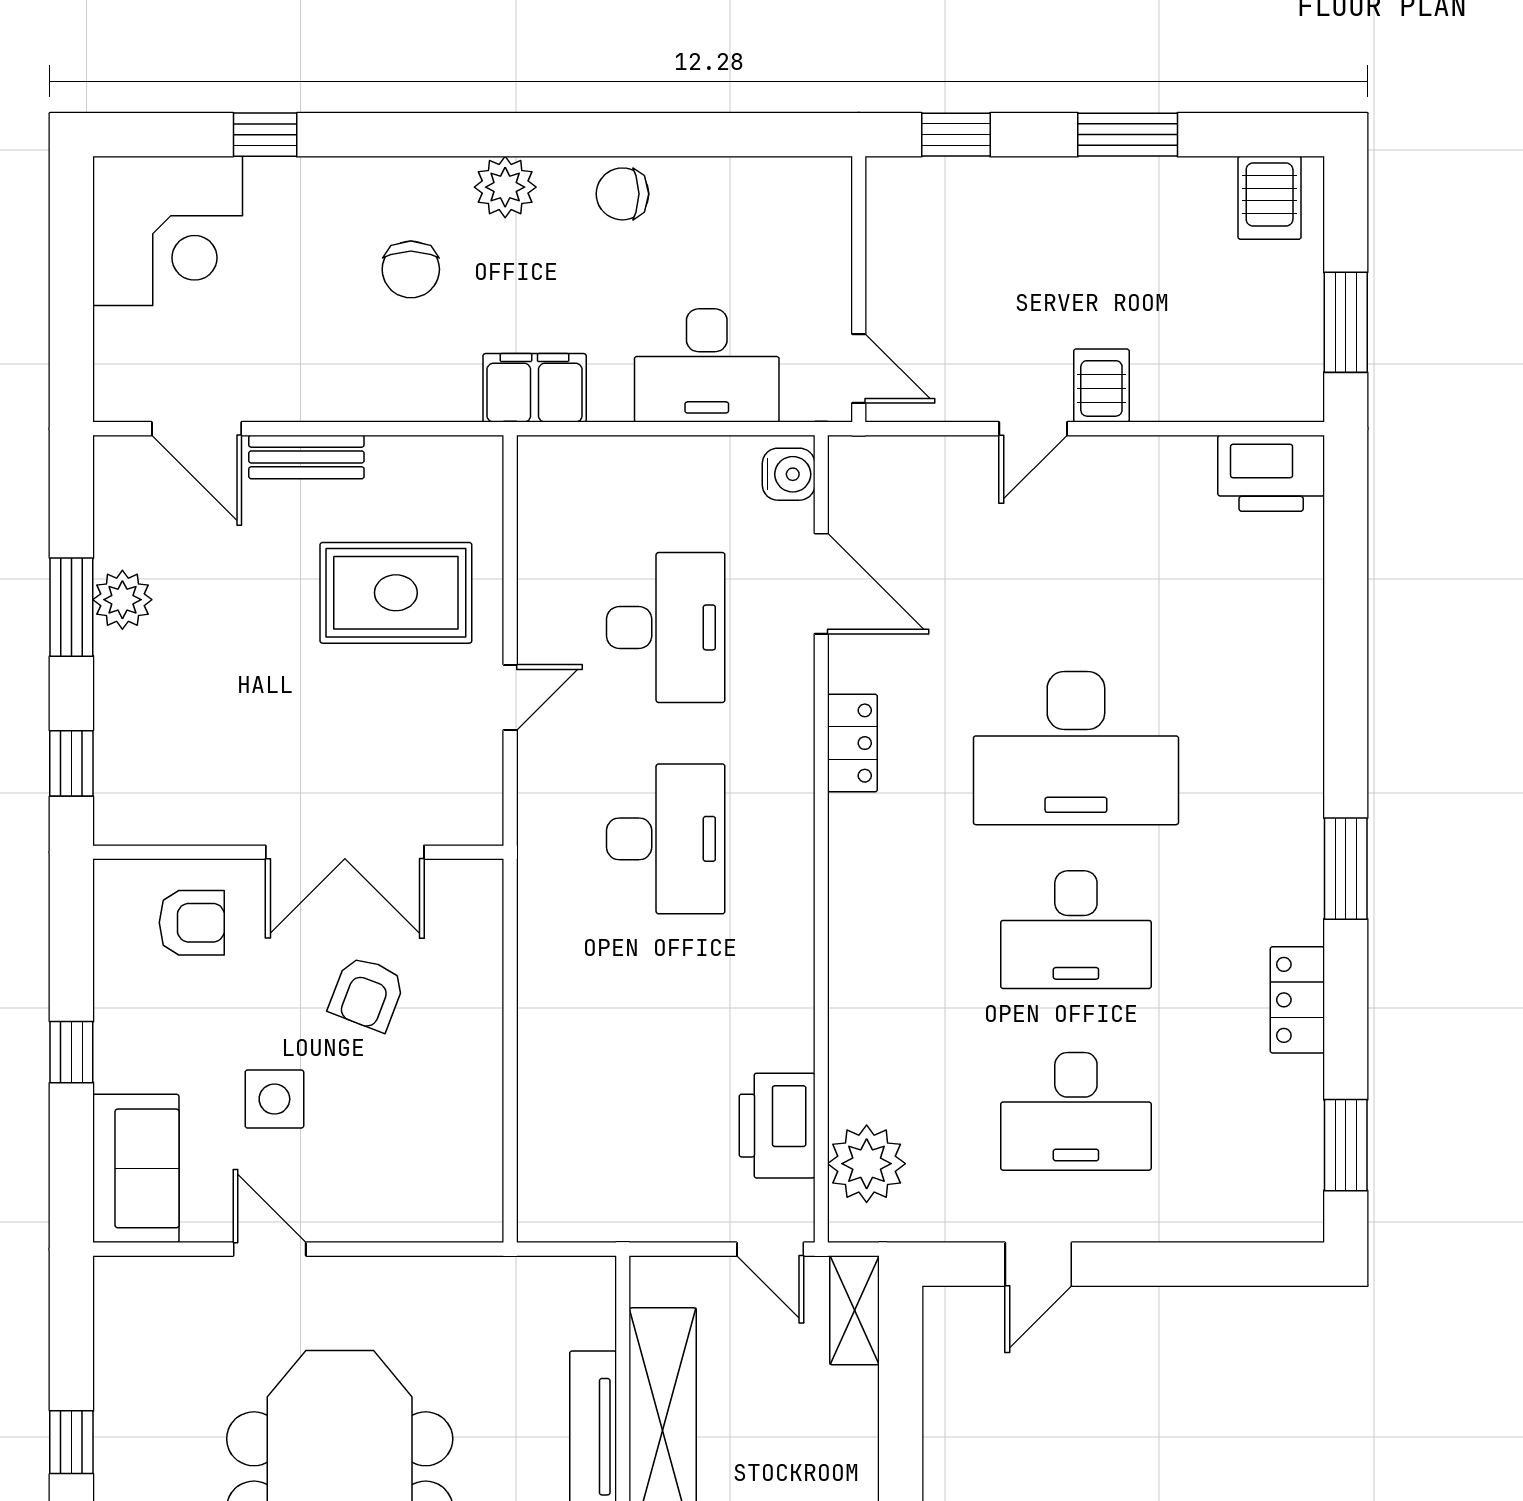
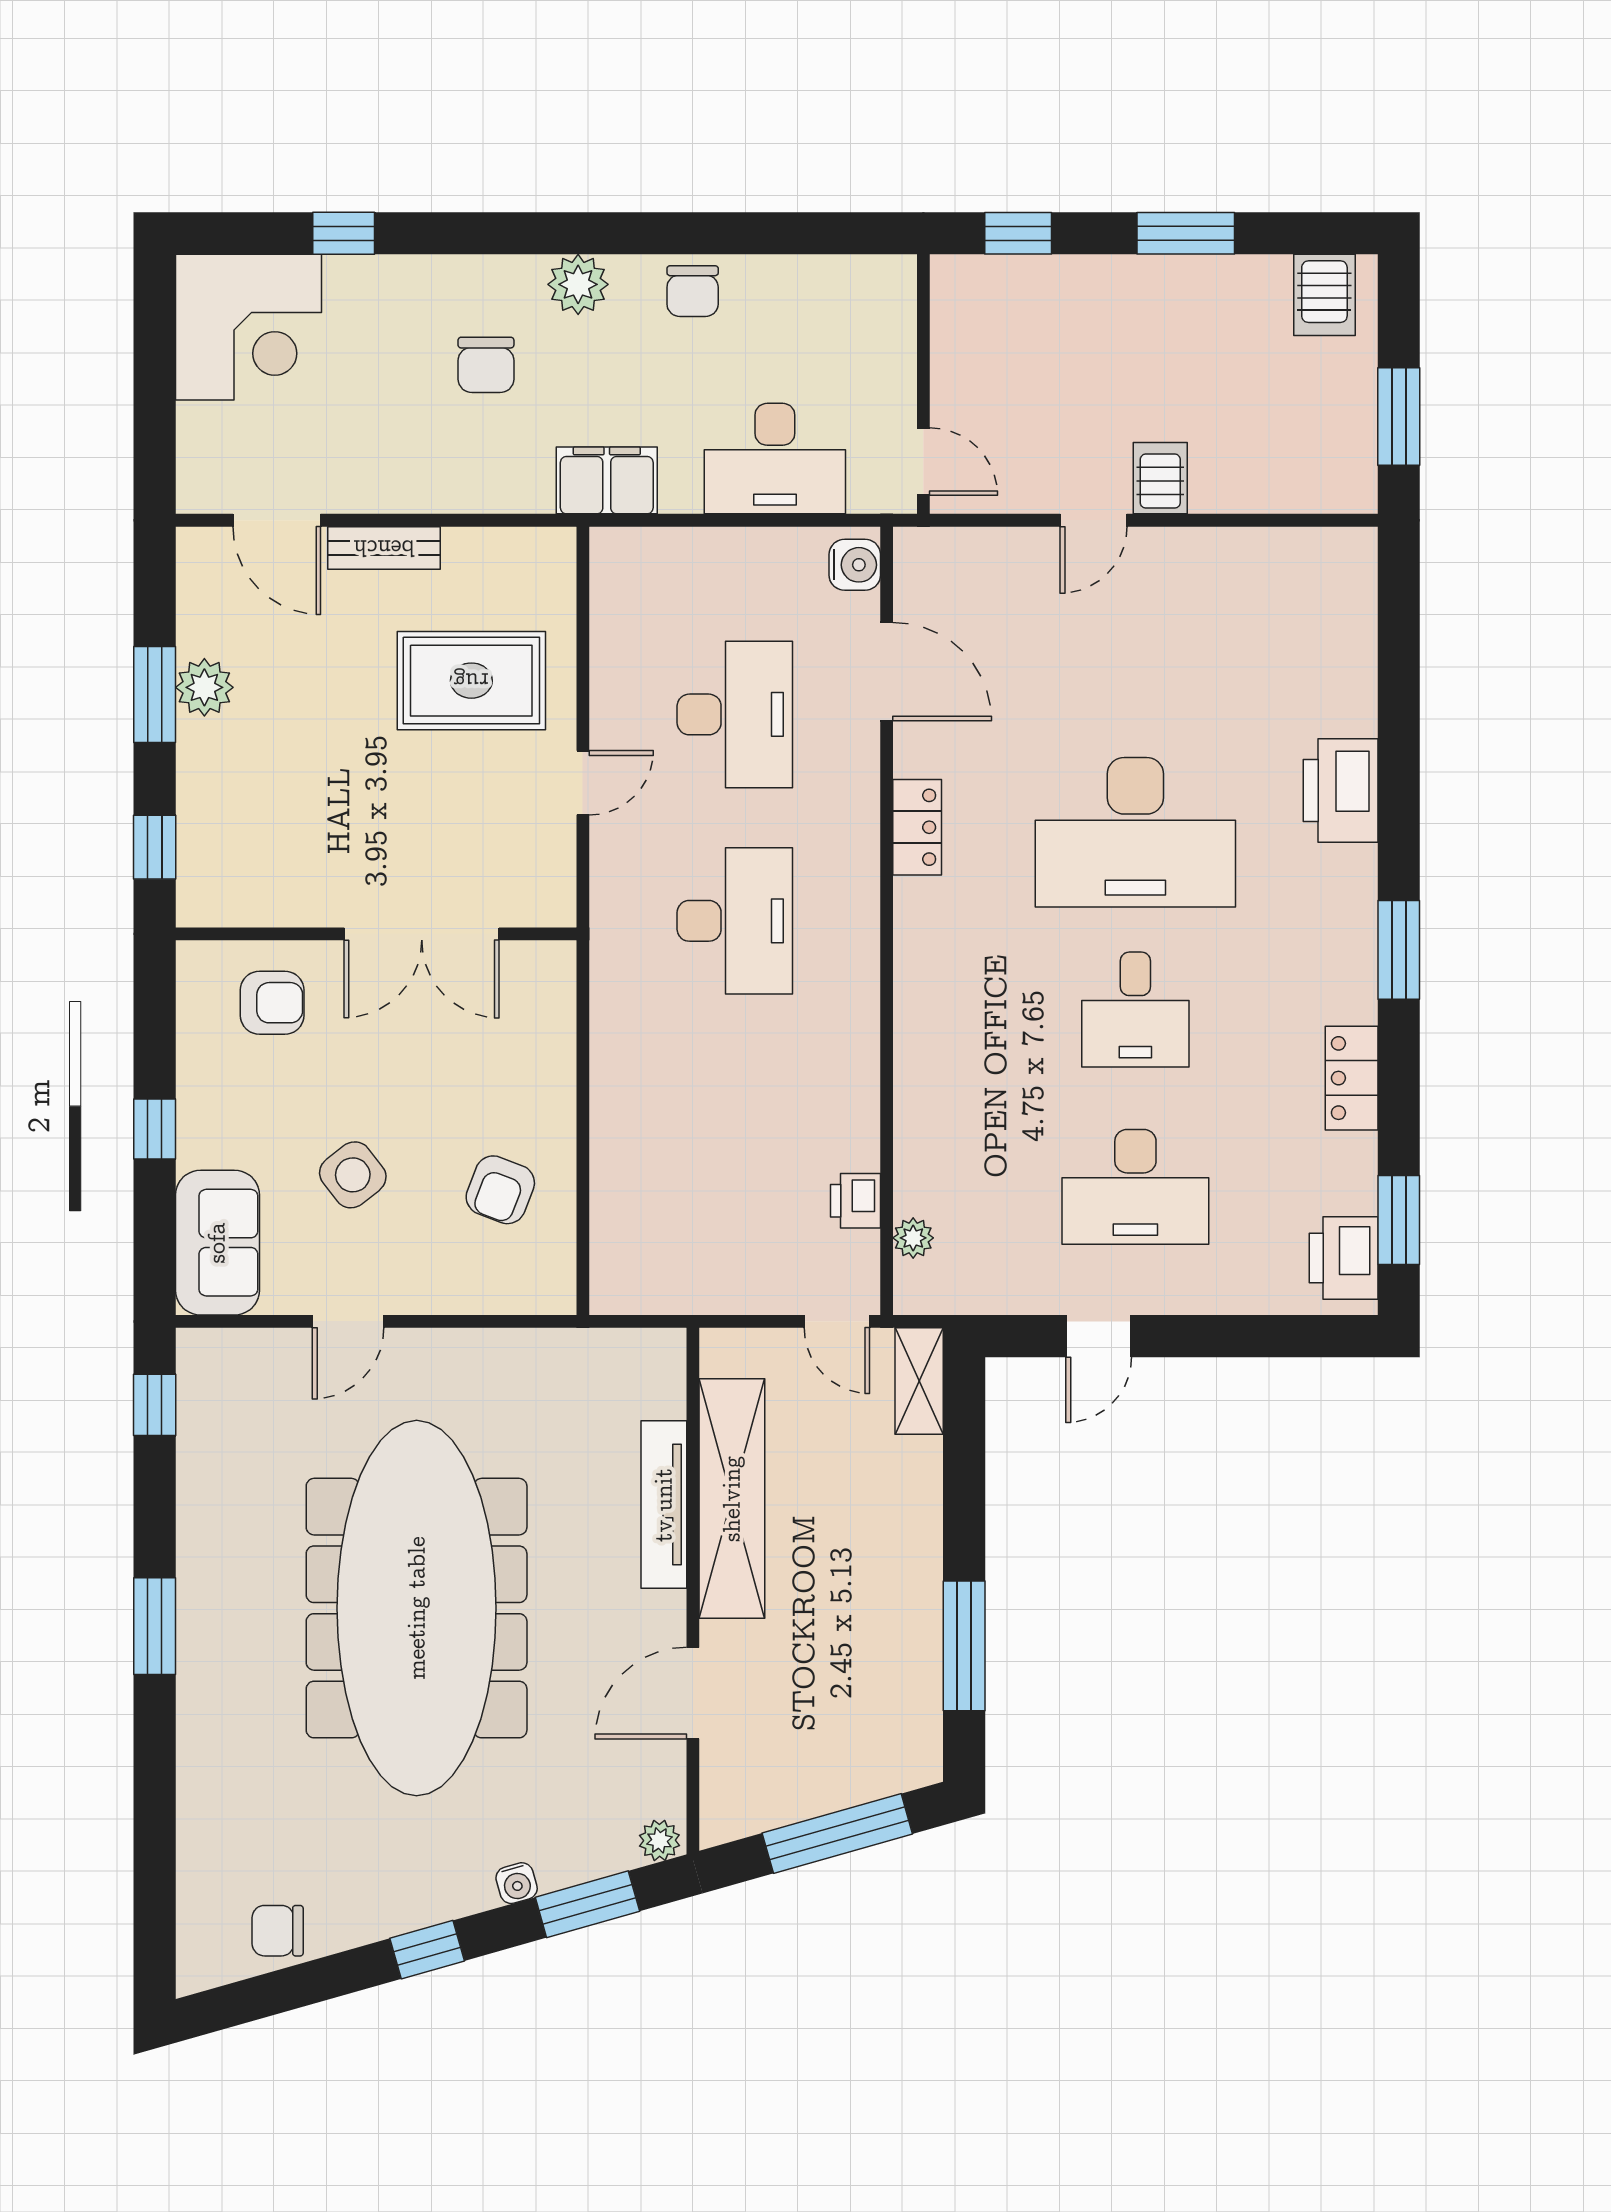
chair: (622, 194) -> (693, 291), turned -90
printer: (1271, 473) -> (1341, 791), moved, turned 90
desk: (1076, 930) -> (1135, 1010), width x0.73
armchair: (367, 994) -> (500, 1190), moved
side table: (274, 1099) -> (353, 1175), turned -38
printer: (777, 1126) -> (855, 1201), width x0.53, depth x0.68
plant: (867, 1164) -> (913, 1238), width x0.53, depth x0.53
printer: (1289, 1184) -> (1344, 1258), added
door: (270, 1249) -> (348, 1321), swing flipped
window: (71, 1442) -> (155, 1405), moved

